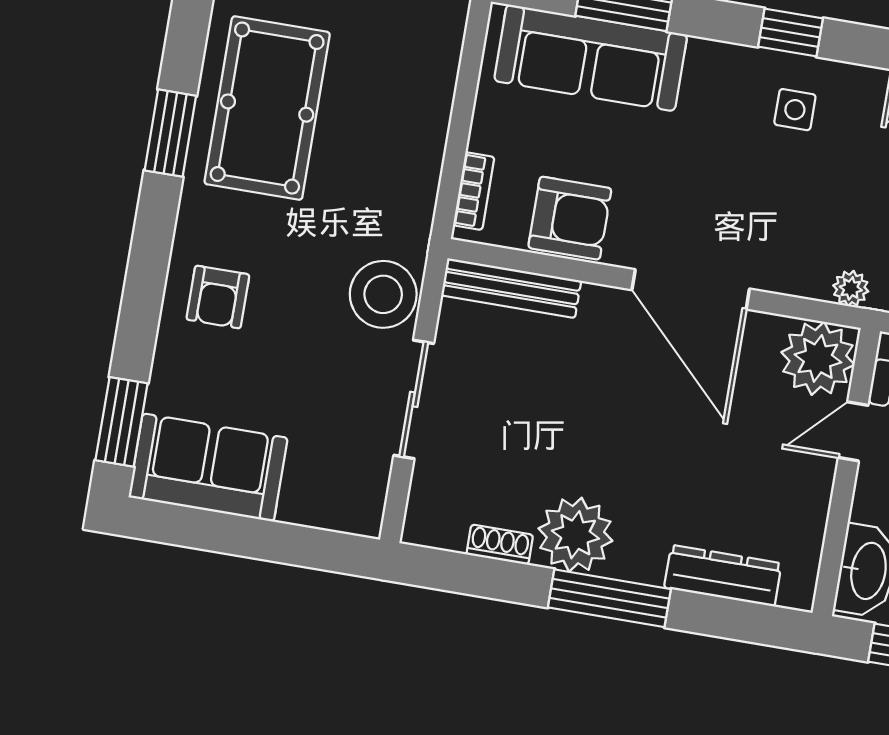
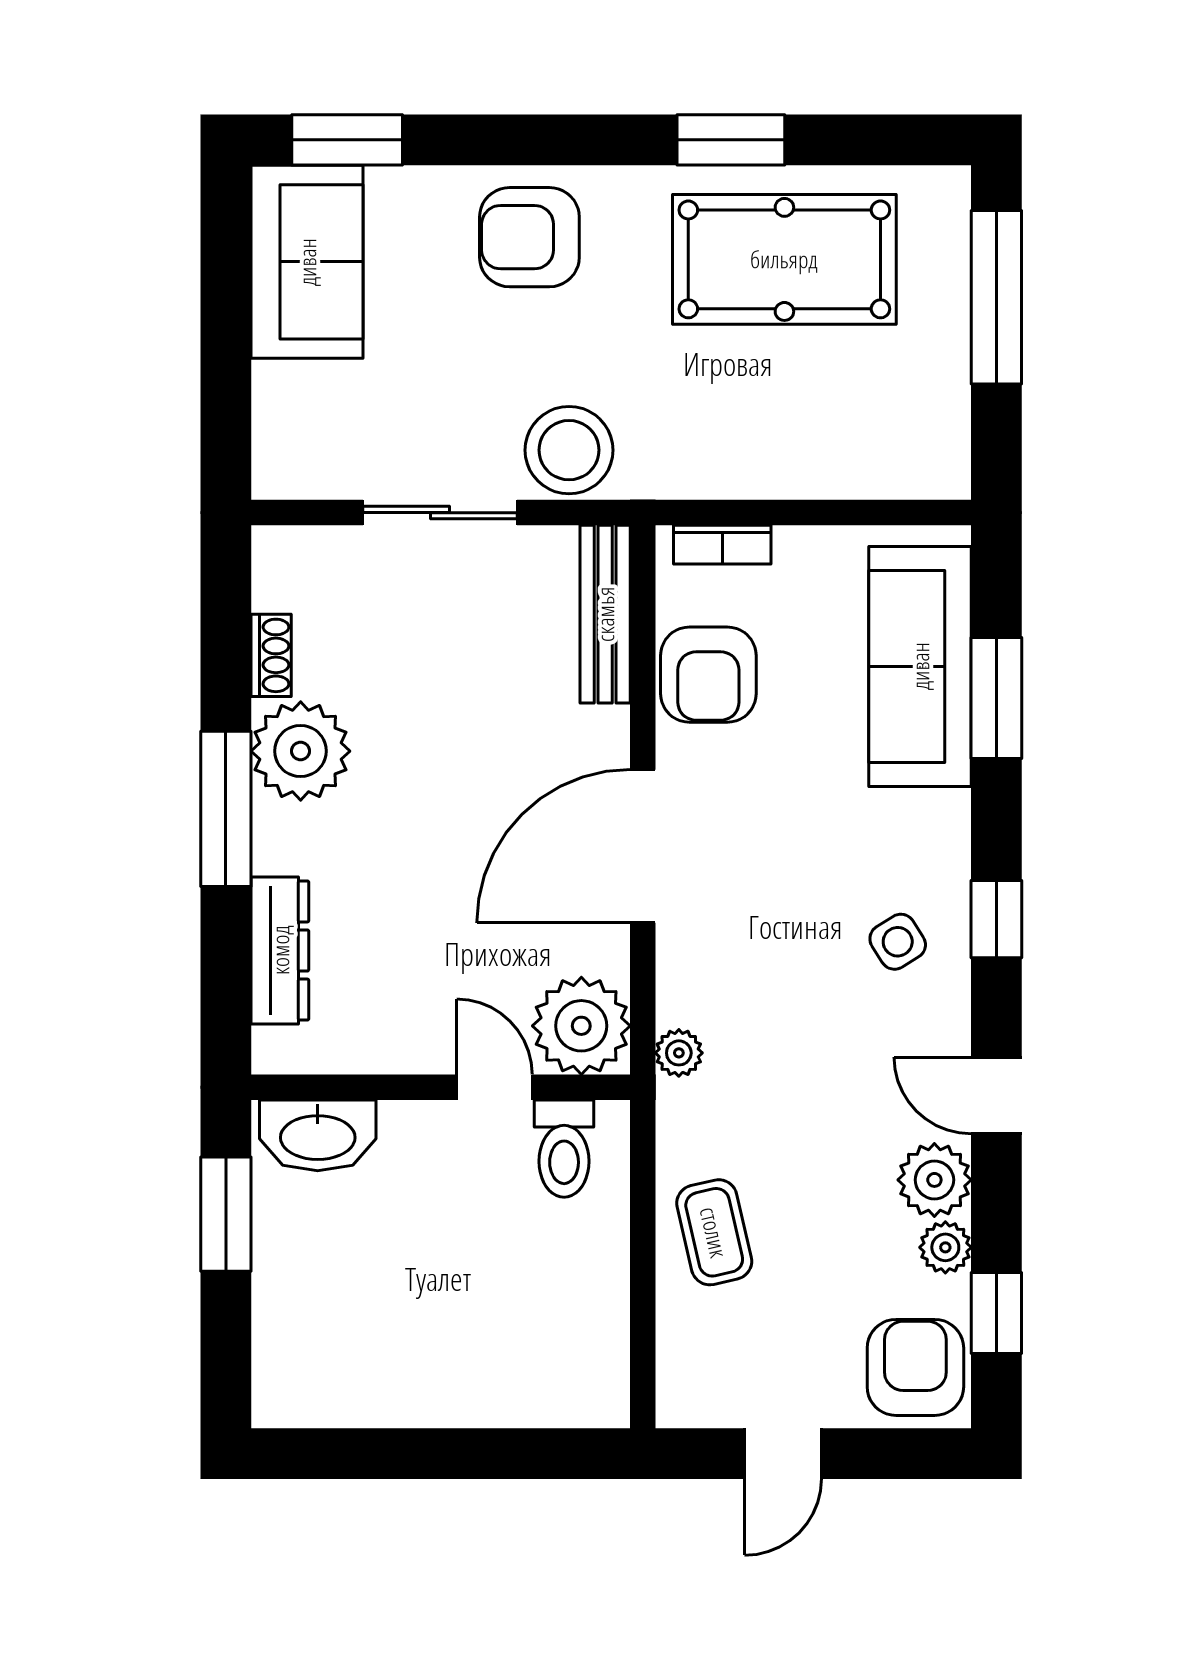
side table: (795, 110) -> (898, 942), turned -32
armchair: (218, 297) -> (529, 237), width x1.38, depth x1.38

